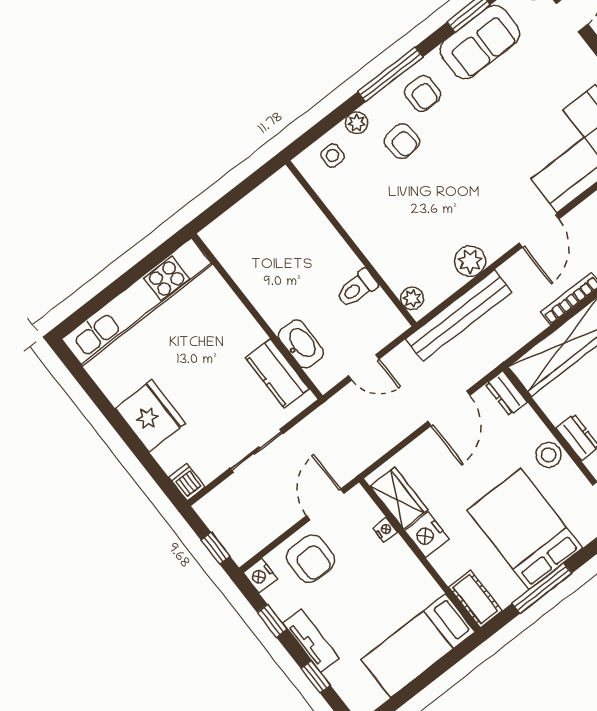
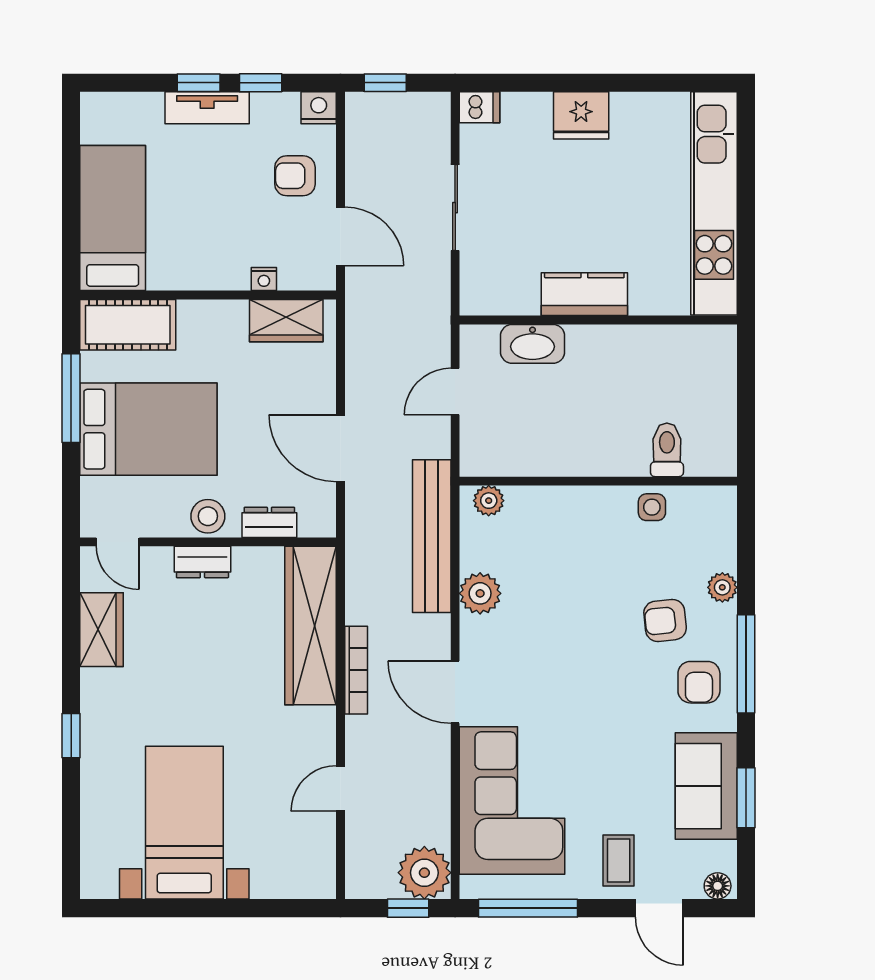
coffee table: (563, 59) -> (619, 860), added
armchair: (423, 93) -> (699, 682), turned -90
side table: (333, 156) -> (652, 507), moved
toilet: (357, 288) -> (667, 450), moved
kitchen counter: (277, 373) -> (584, 294), moved
dresser: (506, 393) -> (269, 522), moved
fridge: (150, 416) -> (581, 115), width x0.73, depth x0.75
nightstand: (427, 535) -> (224, 320), removed
armchair: (311, 559) -> (295, 176), width x0.72, depth x0.72
cot: (475, 599) -> (128, 325), width x1.37, depth x1.34
window: (316, 677) -> (199, 83), moved

